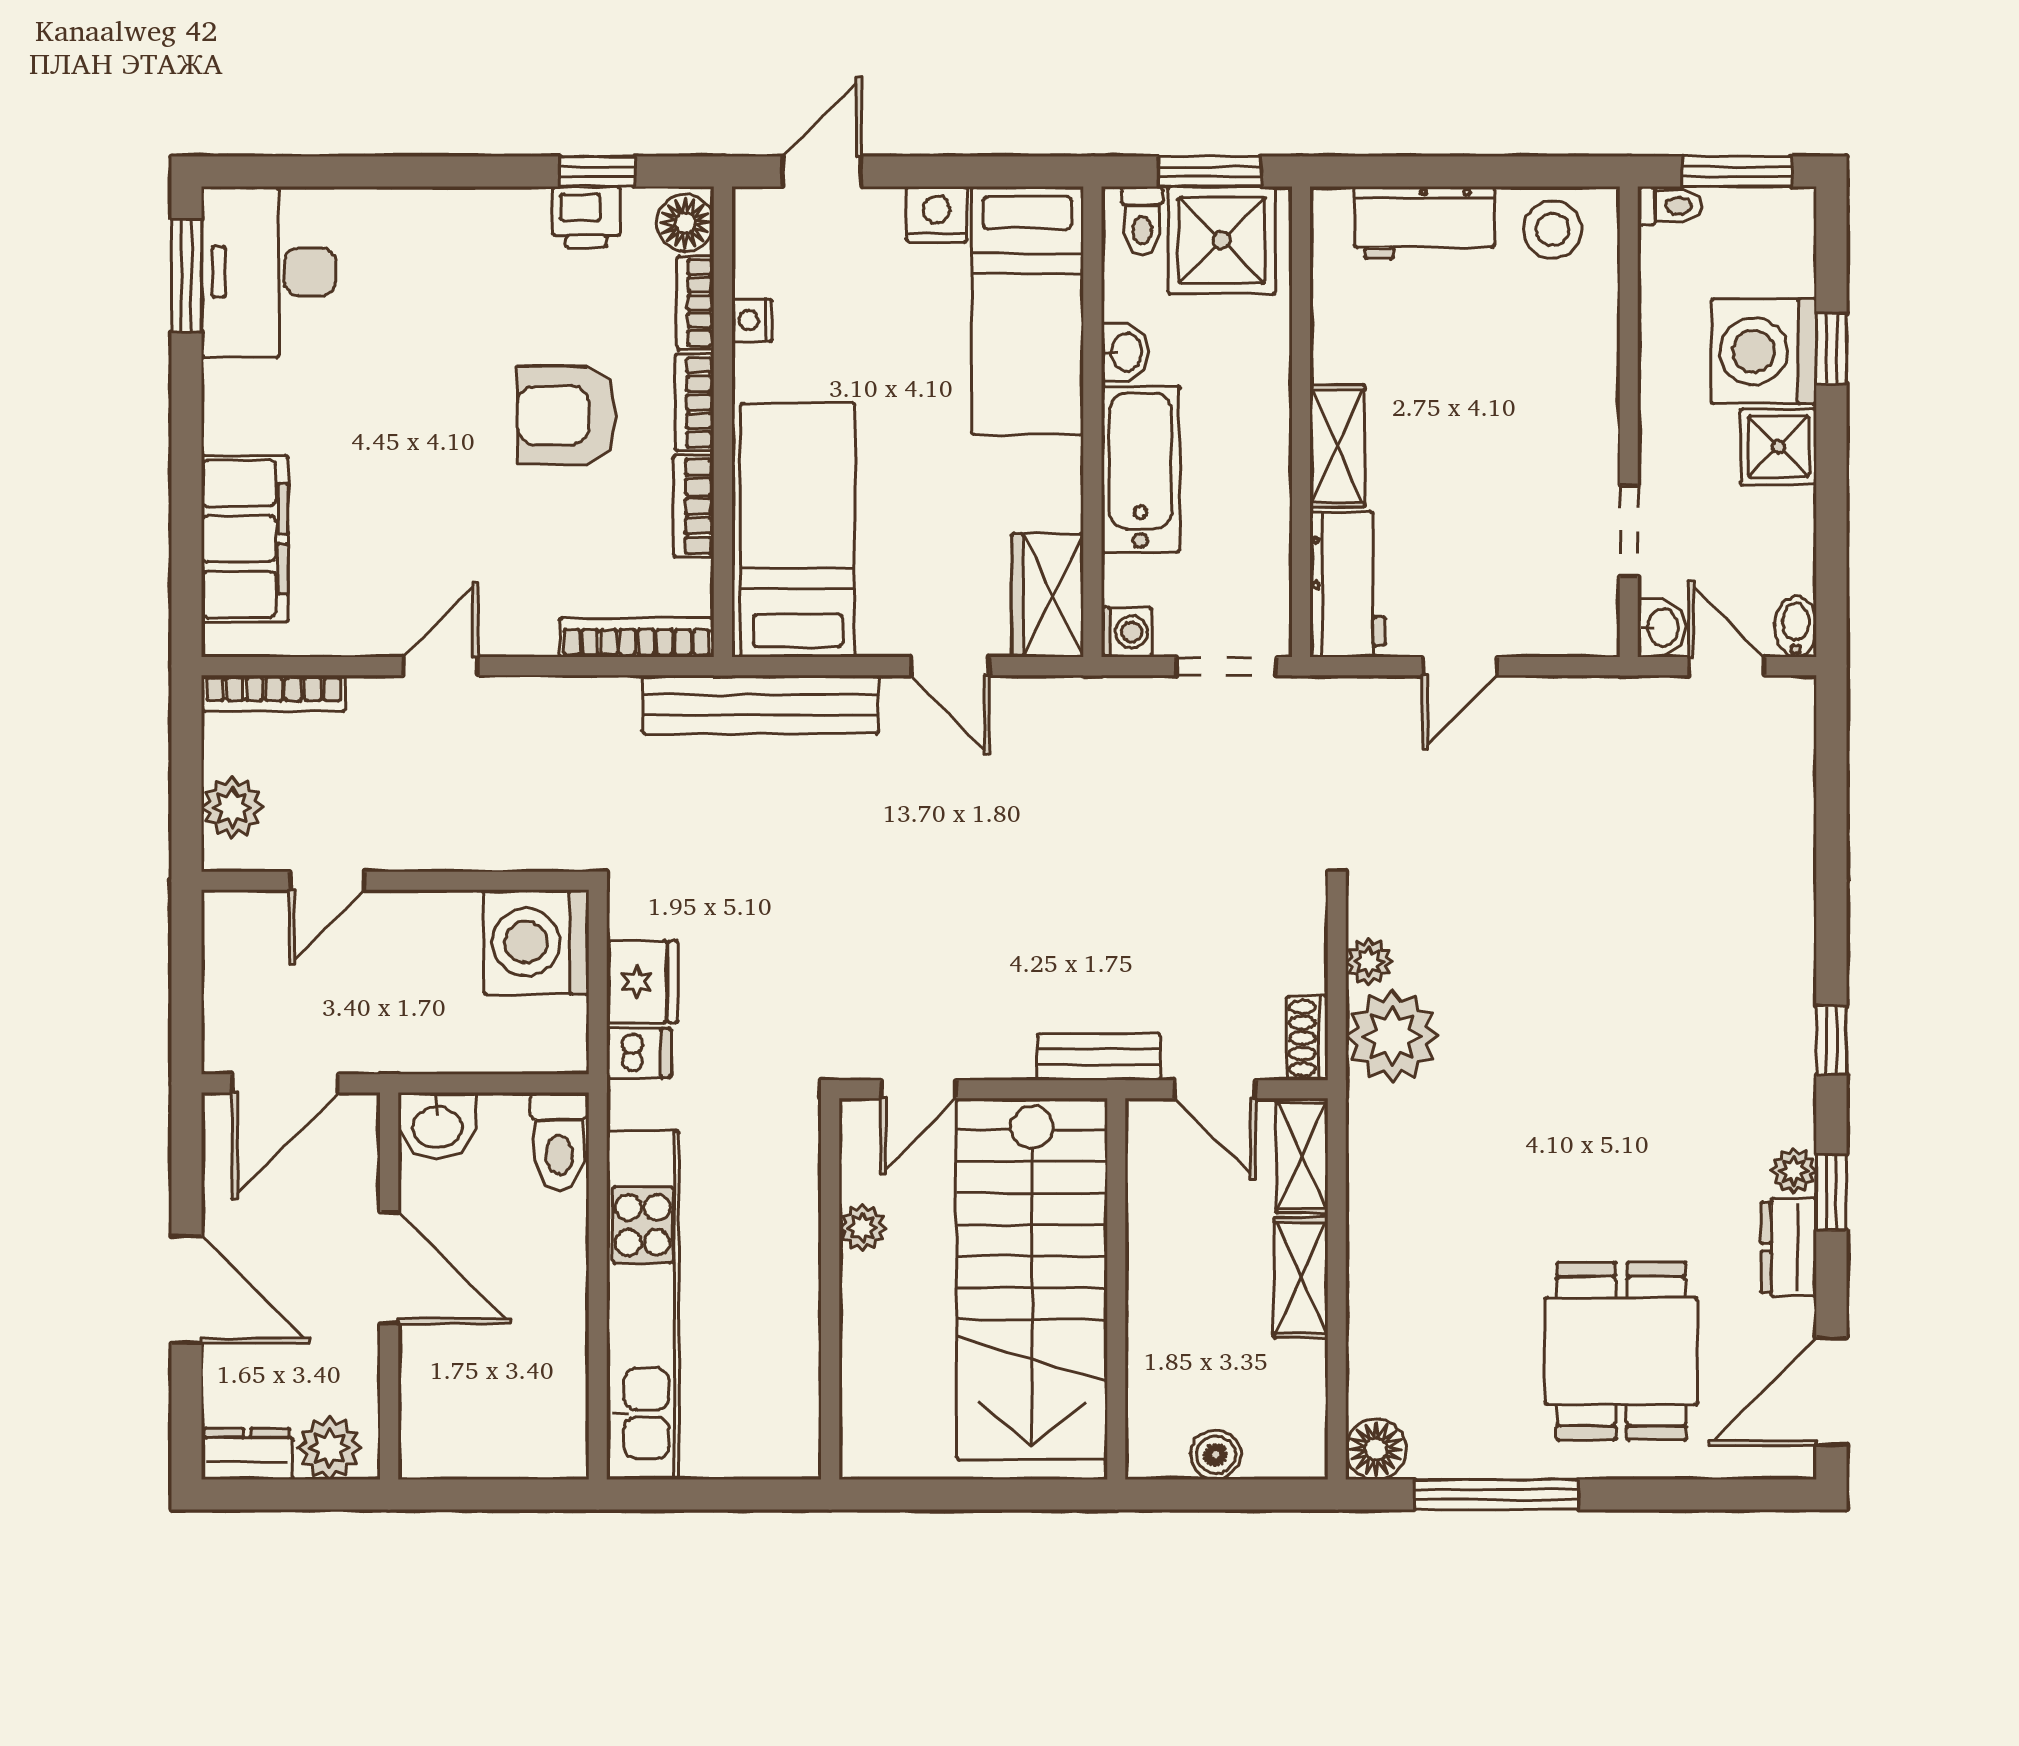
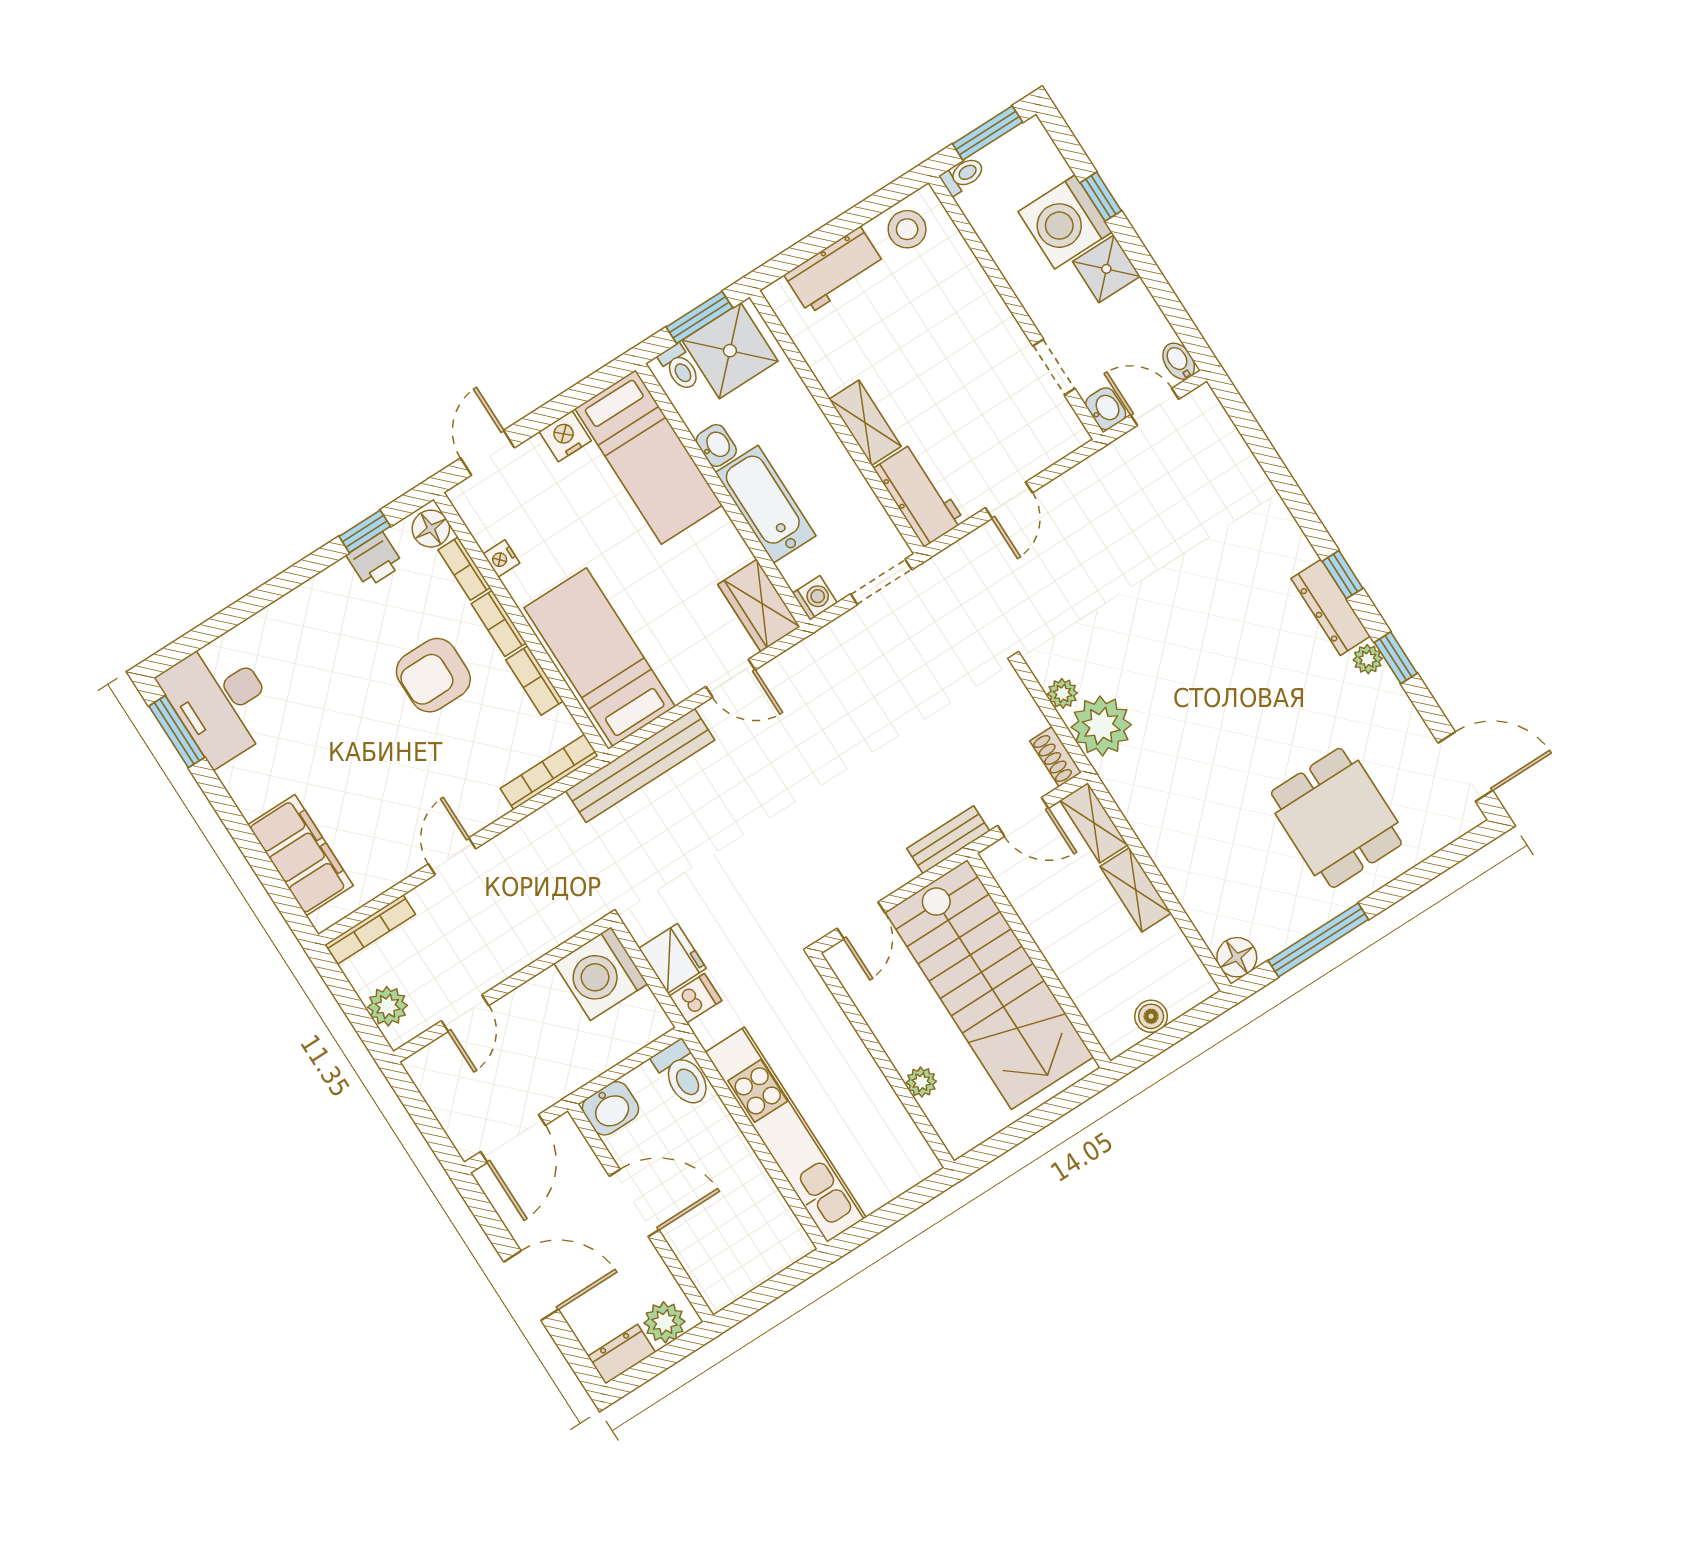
plant: (863, 1228) -> (921, 1082), moved
dresser: (1789, 1247) -> (1331, 607), moved, width x1.44
door: (1831, 1392) -> (1465, 767), swing flipped

